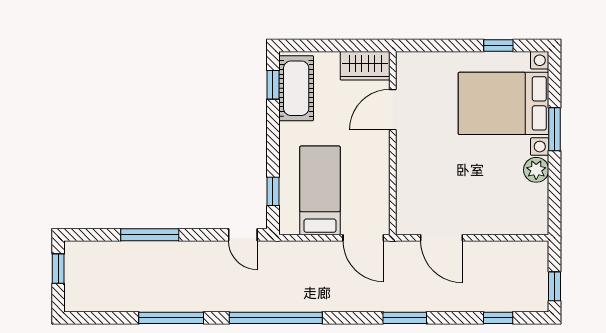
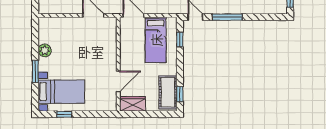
bed with nightstands: (504, 103) -> (61, 92), width x0.73
window: (150, 235) -> (227, 17), moved

